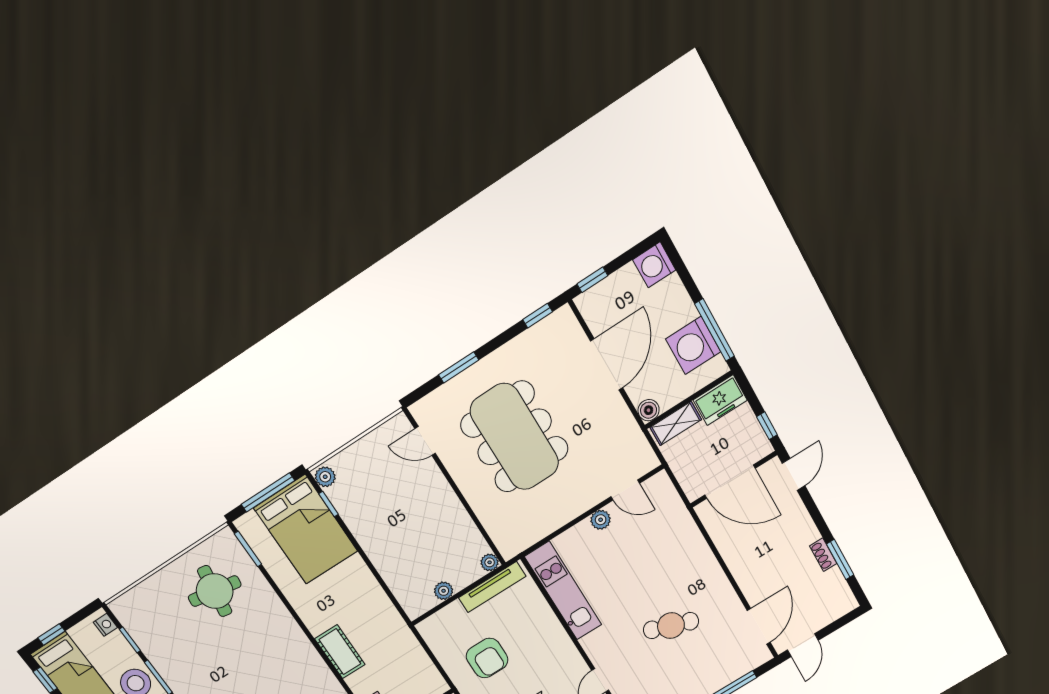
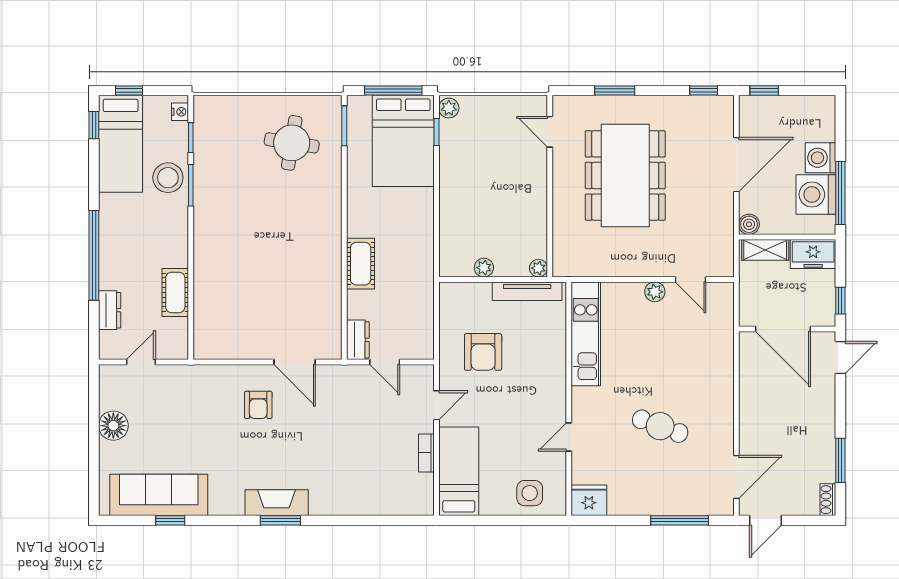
washing machine: (654, 265) -> (820, 158), moved
shoe rack: (823, 555) -> (828, 500), moved

